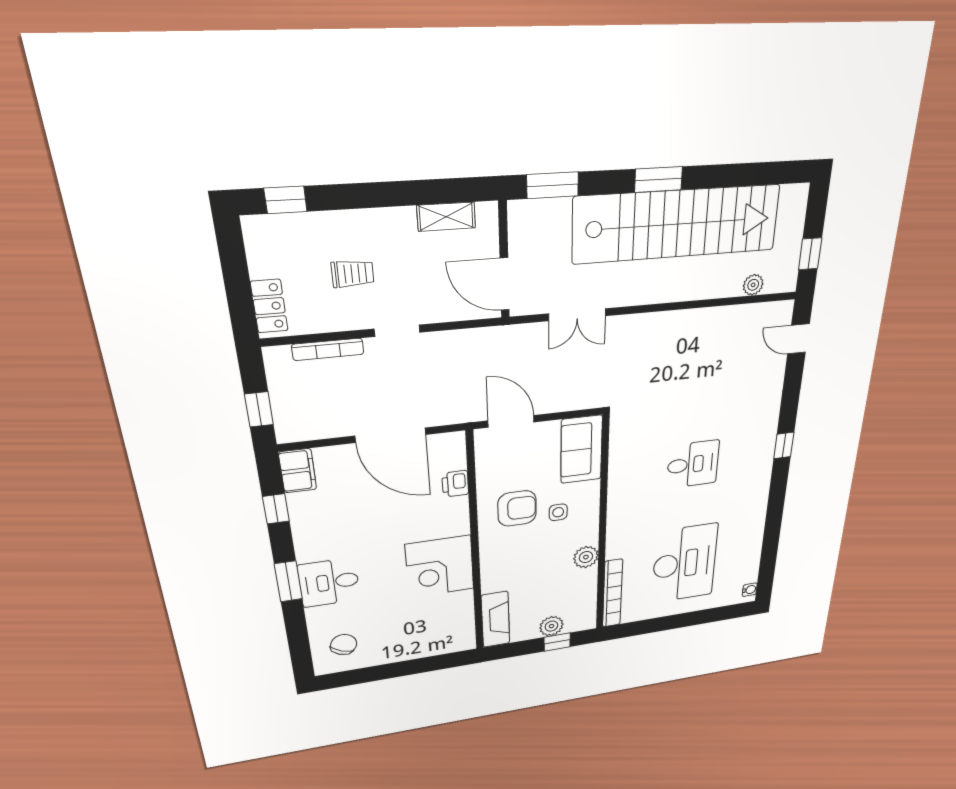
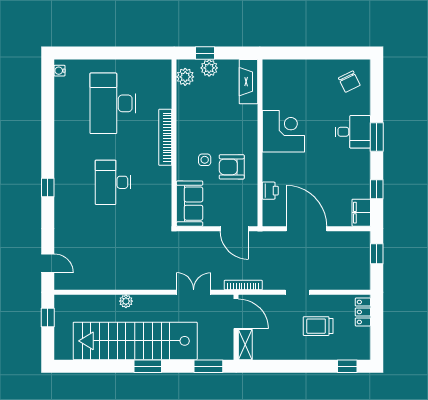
shelving: (446, 217) -> (245, 345), moved, turned 90
trolley: (353, 274) -> (318, 326), width x1.36, depth x1.39
plant: (753, 285) -> (126, 301), moved
bookcase: (328, 349) -> (243, 285), moved
desk: (693, 464) -> (113, 182), width x1.37
plant: (586, 557) -> (185, 77), moved
bookcase: (613, 593) -> (165, 137), moved
chair: (344, 645) -> (349, 82), turned -50

